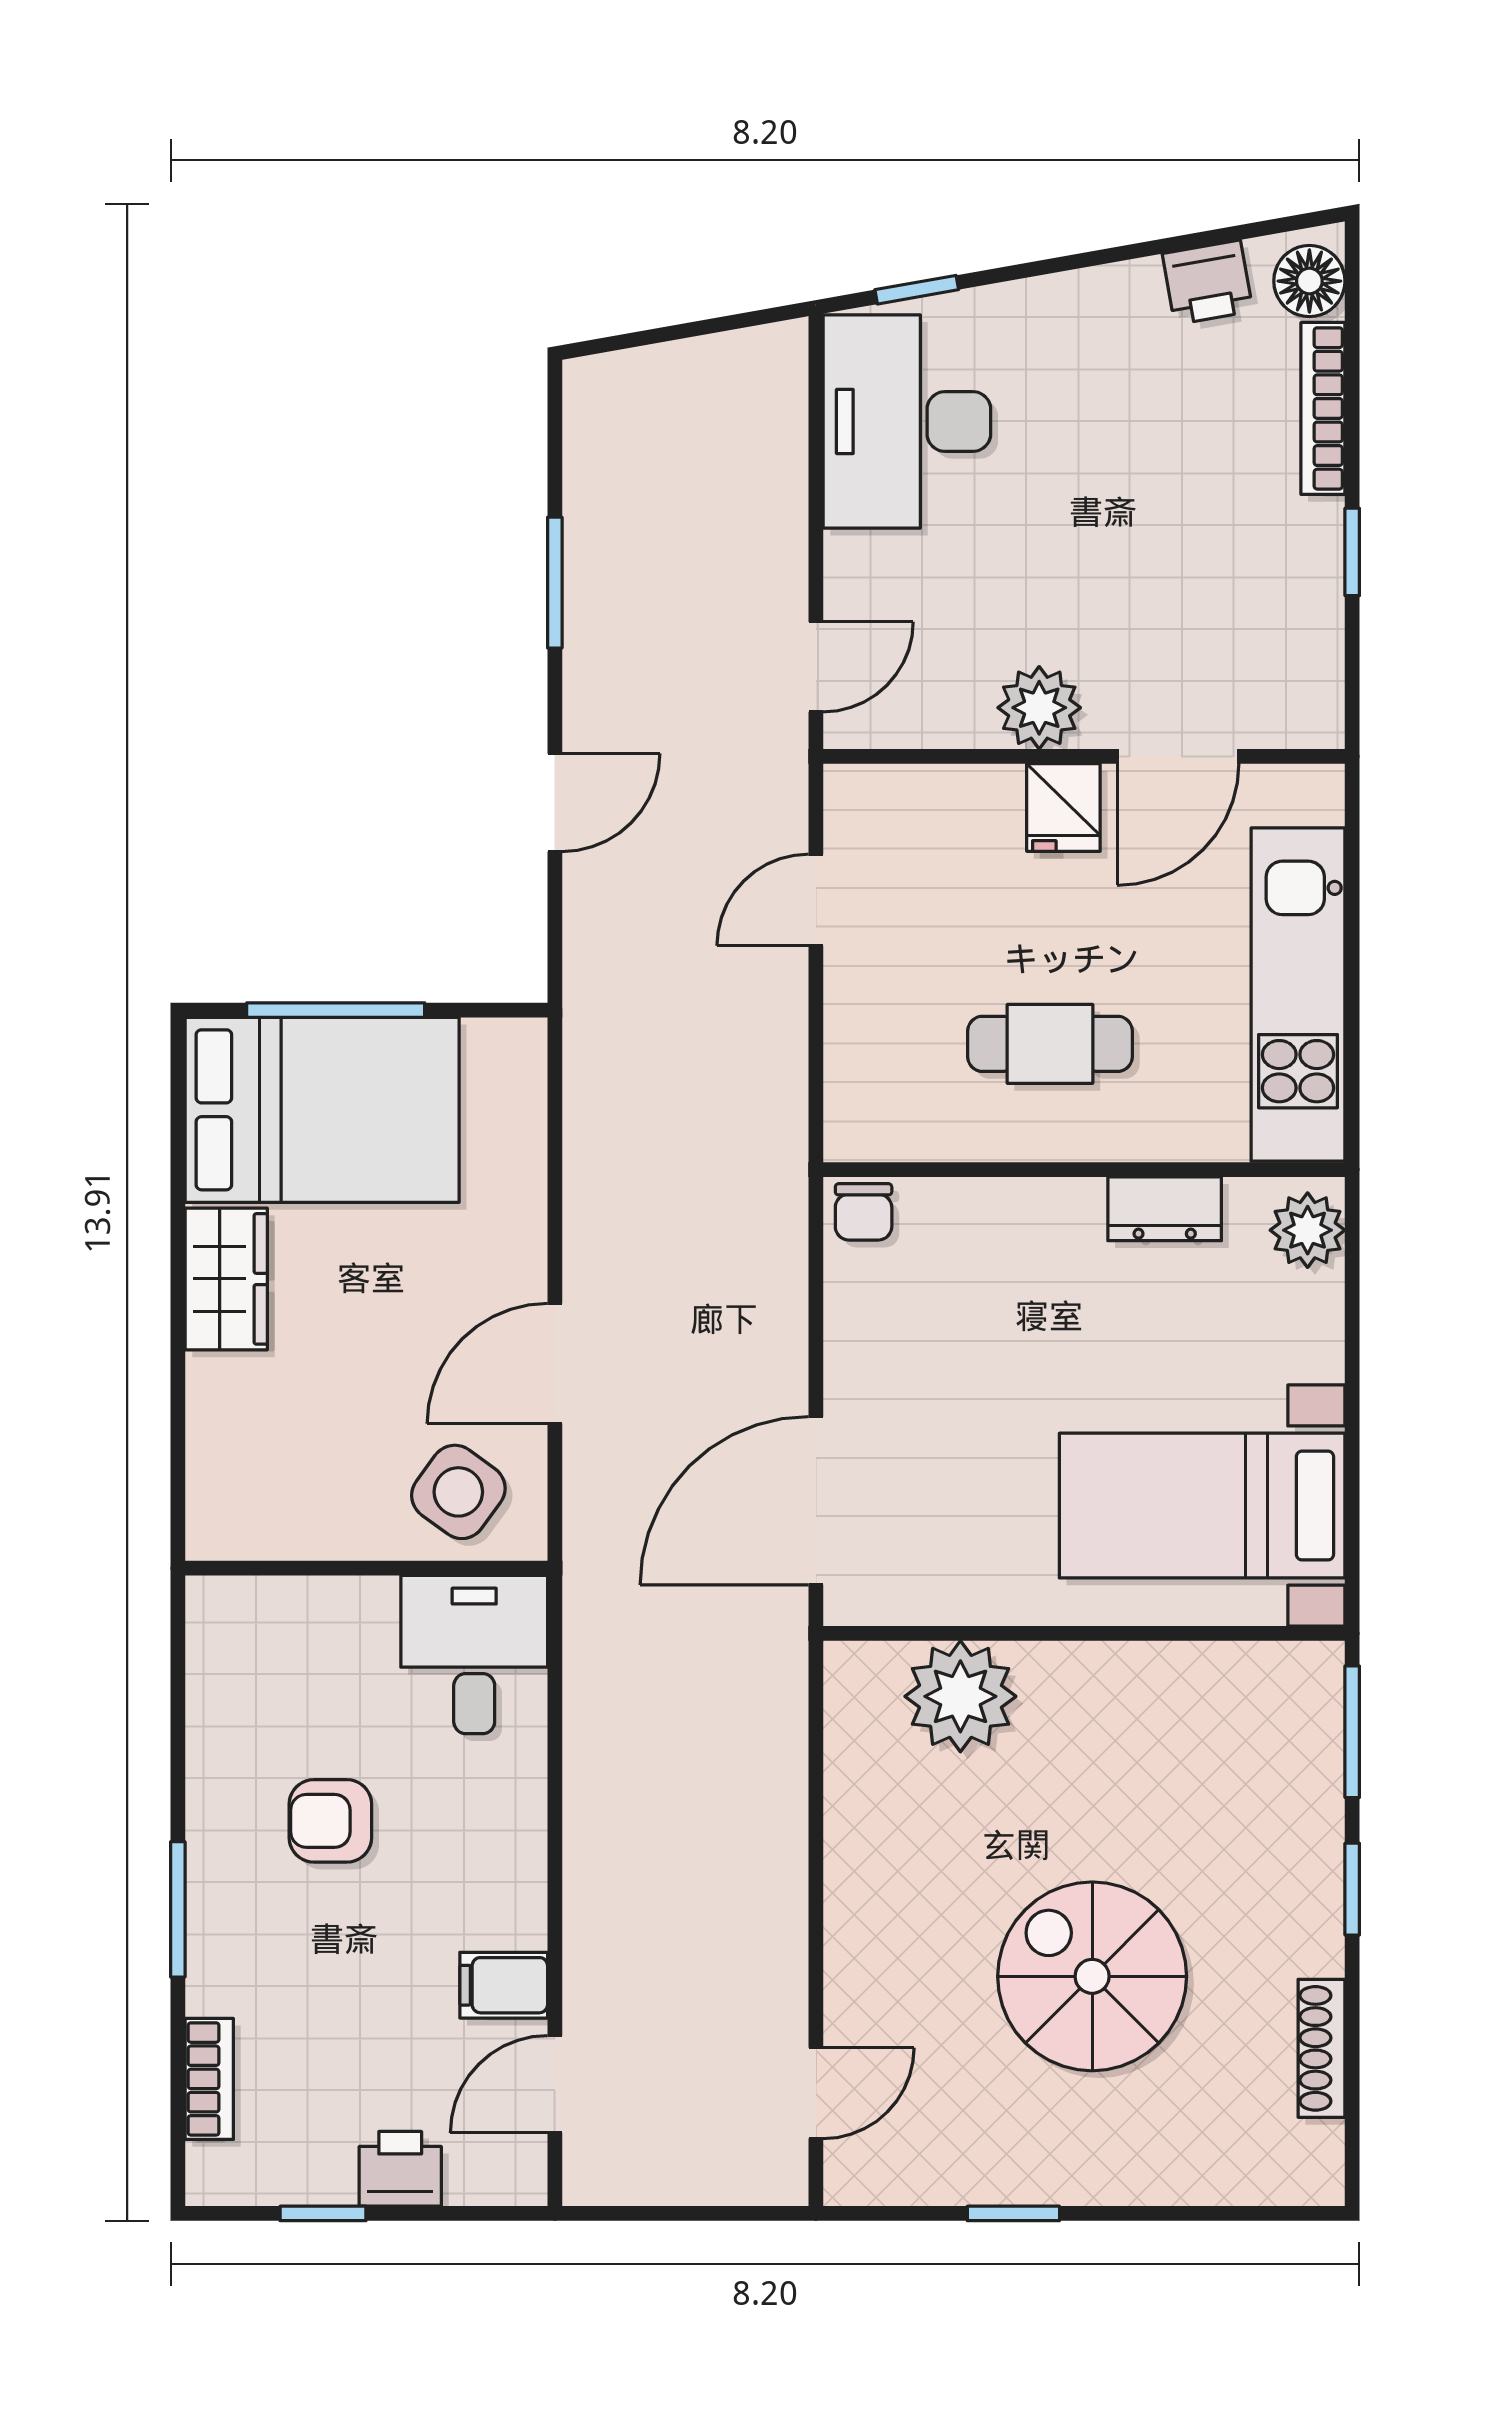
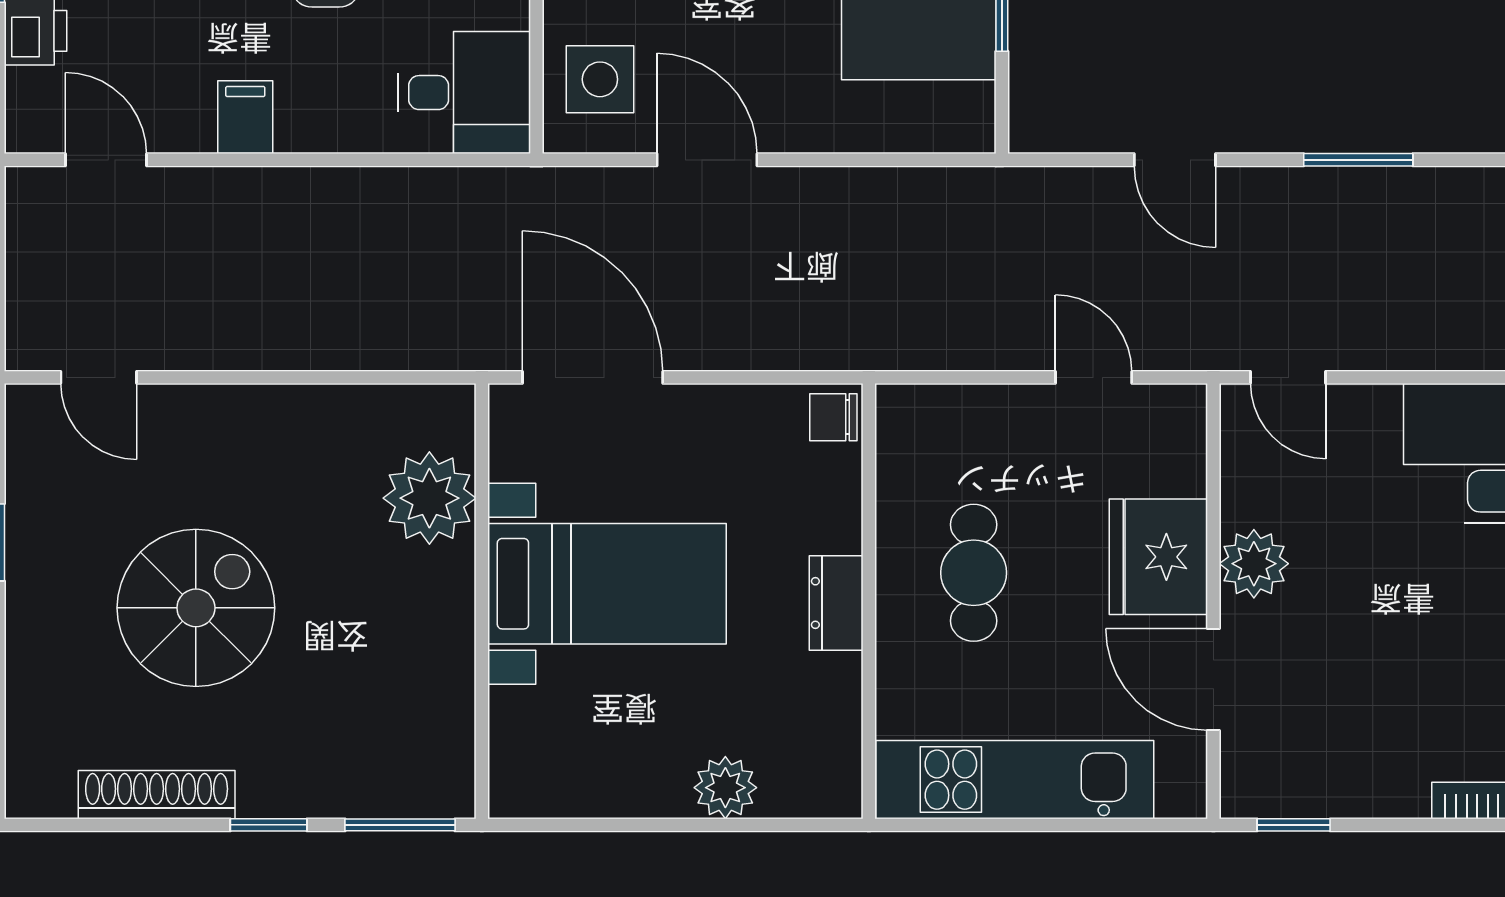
window: (1352, 552) -> (1294, 825), moved
fridge: (1063, 807) -> (1158, 557), width x1.88, depth x1.34
dresser: (1165, 1209) -> (836, 603), moved
plant: (1308, 1230) -> (725, 788), moved
side table: (458, 1492) -> (600, 79), turned -36
bed with nightstands: (1202, 1506) -> (607, 584), moved, turned 90
filing cabinet: (504, 1985) -> (245, 117), moved
shoe rack: (1322, 2048) -> (157, 795), width x1.36, depth x1.24

